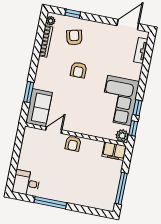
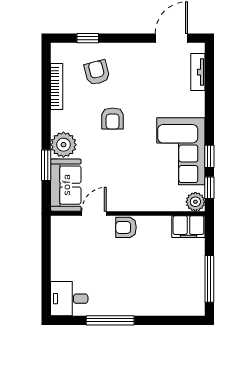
plant: (51, 21) -> (63, 145), moved, width x1.87, depth x1.87
armchair: (73, 143) -> (126, 227), turned 90

